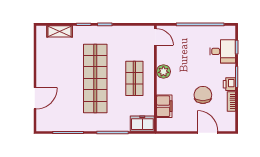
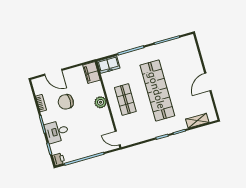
desk: (223, 51) -> (57, 132), moved
plant: (163, 71) -> (101, 102), moved
printer: (229, 84) -> (59, 159), moved
chair: (203, 95) -> (66, 102), turned 90
door: (35, 98) -> (208, 82), moved
filing cabinet: (164, 106) -> (91, 73), moved

